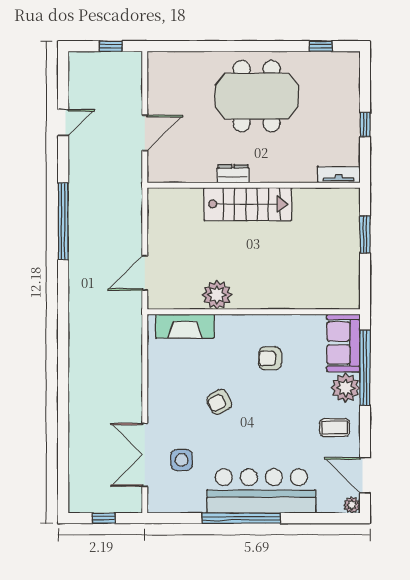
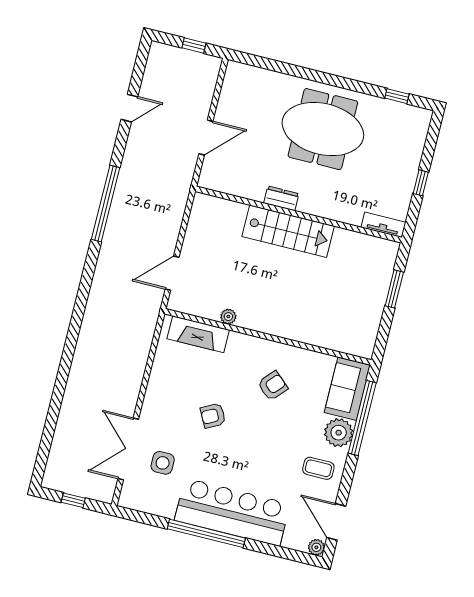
plant: (217, 295) -> (228, 317), width x0.53, depth x0.53
armchair: (270, 358) -> (273, 386), turned 132

